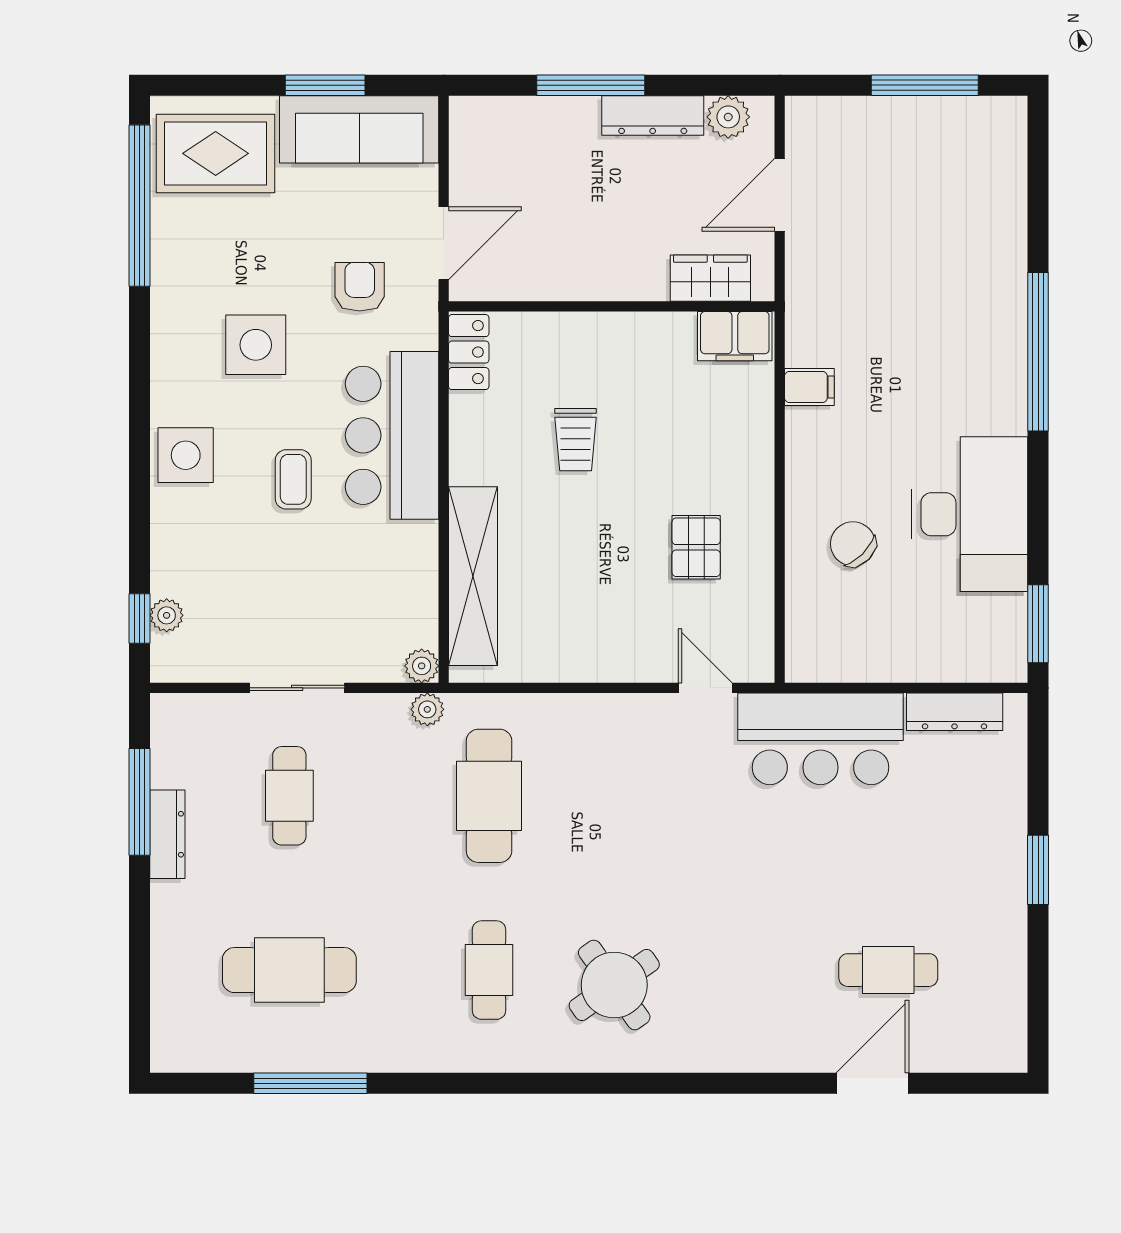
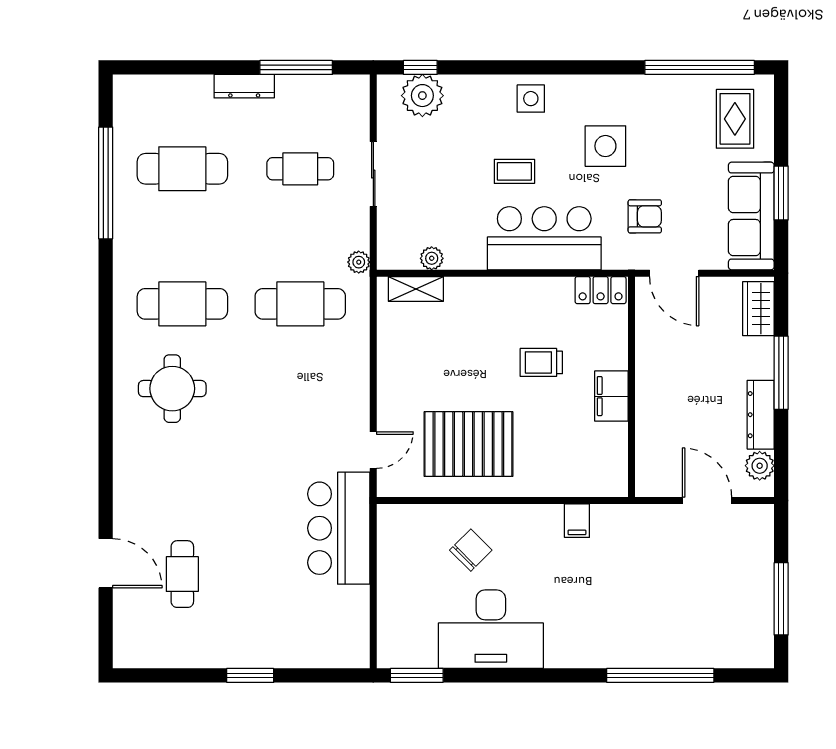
rug: (216, 153) -> (735, 119), width x0.73, depth x0.70
wardrobe: (710, 278) -> (758, 309), moved, turned 180
filing cabinet: (735, 336) -> (611, 396), moved
window: (1038, 352) -> (660, 675), moved
side table: (186, 455) -> (531, 99), width x0.73, depth x0.73
pallet: (696, 547) -> (468, 444), width x2.05, depth x2.00
shelving: (473, 576) -> (416, 289), width x0.45, depth x0.75
plant: (167, 615) -> (422, 96), width x1.88, depth x1.88
plant: (422, 666) -> (432, 258), moved
dresser: (955, 712) -> (357, 619), removed
dresser: (167, 834) -> (244, 86), moved
cafe table: (289, 970) -> (182, 169), turned 90
cafe table: (489, 970) -> (182, 304), width x1.37, depth x1.35
round table: (614, 985) -> (172, 389), turned 35
window: (310, 1083) -> (106, 183), width x1.46

